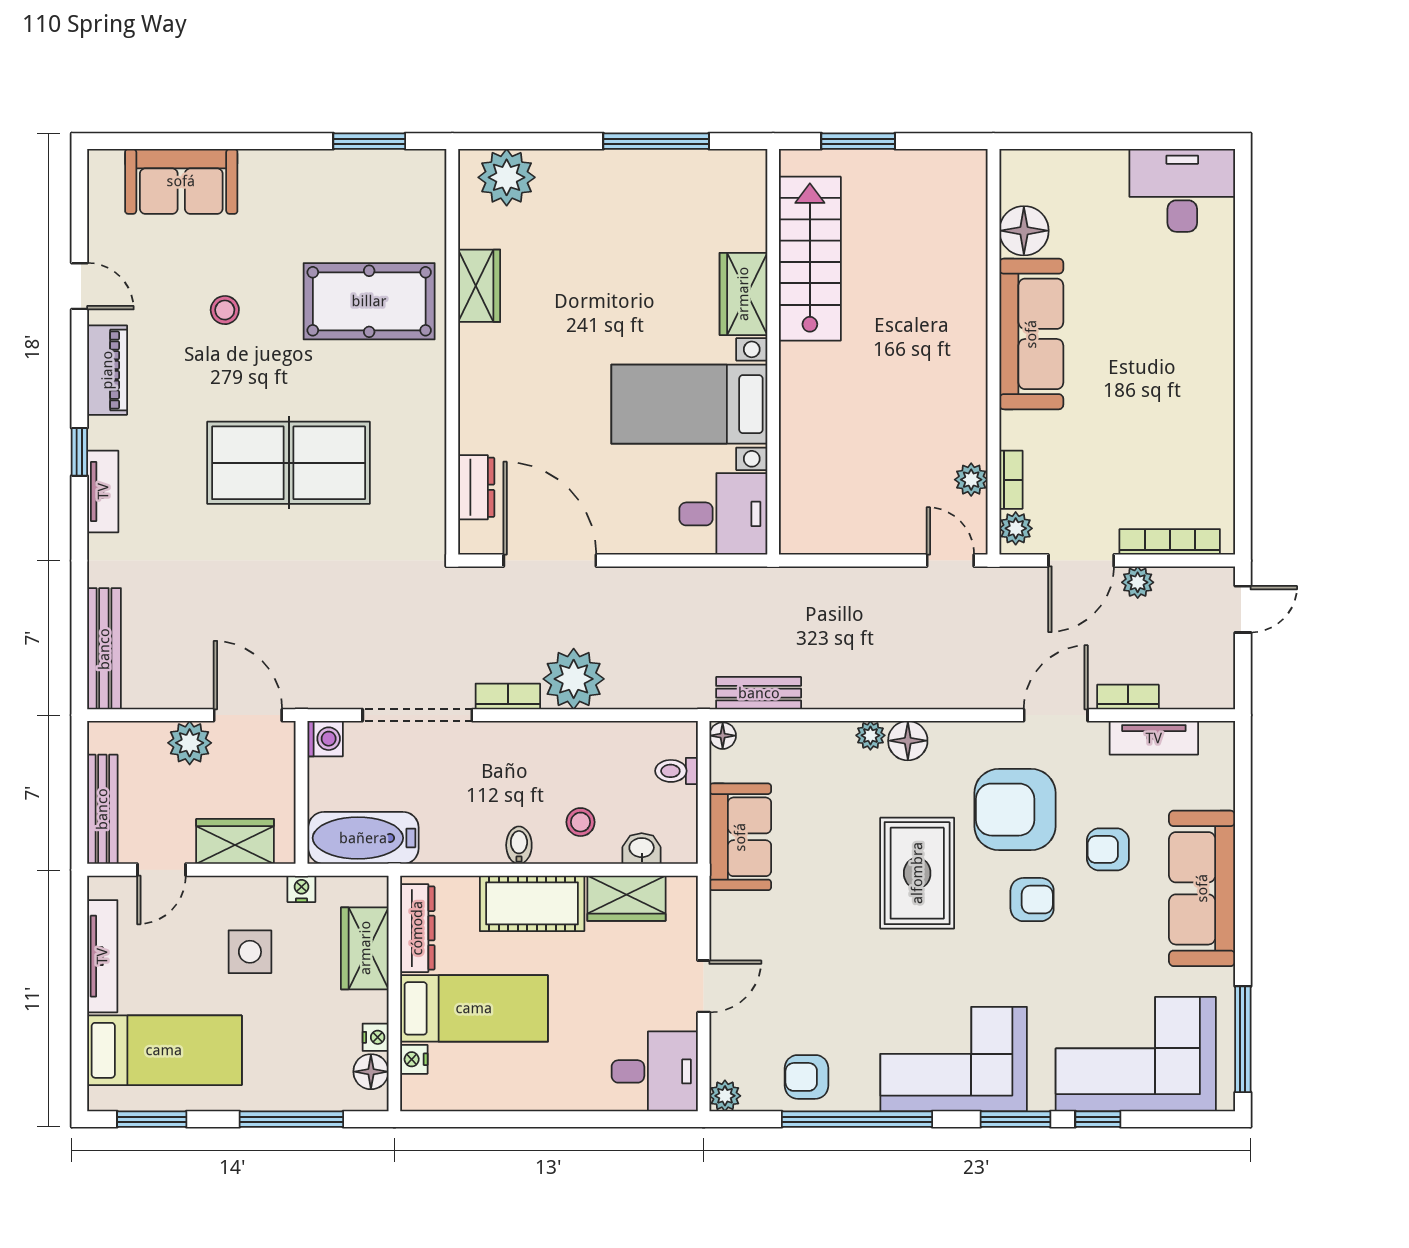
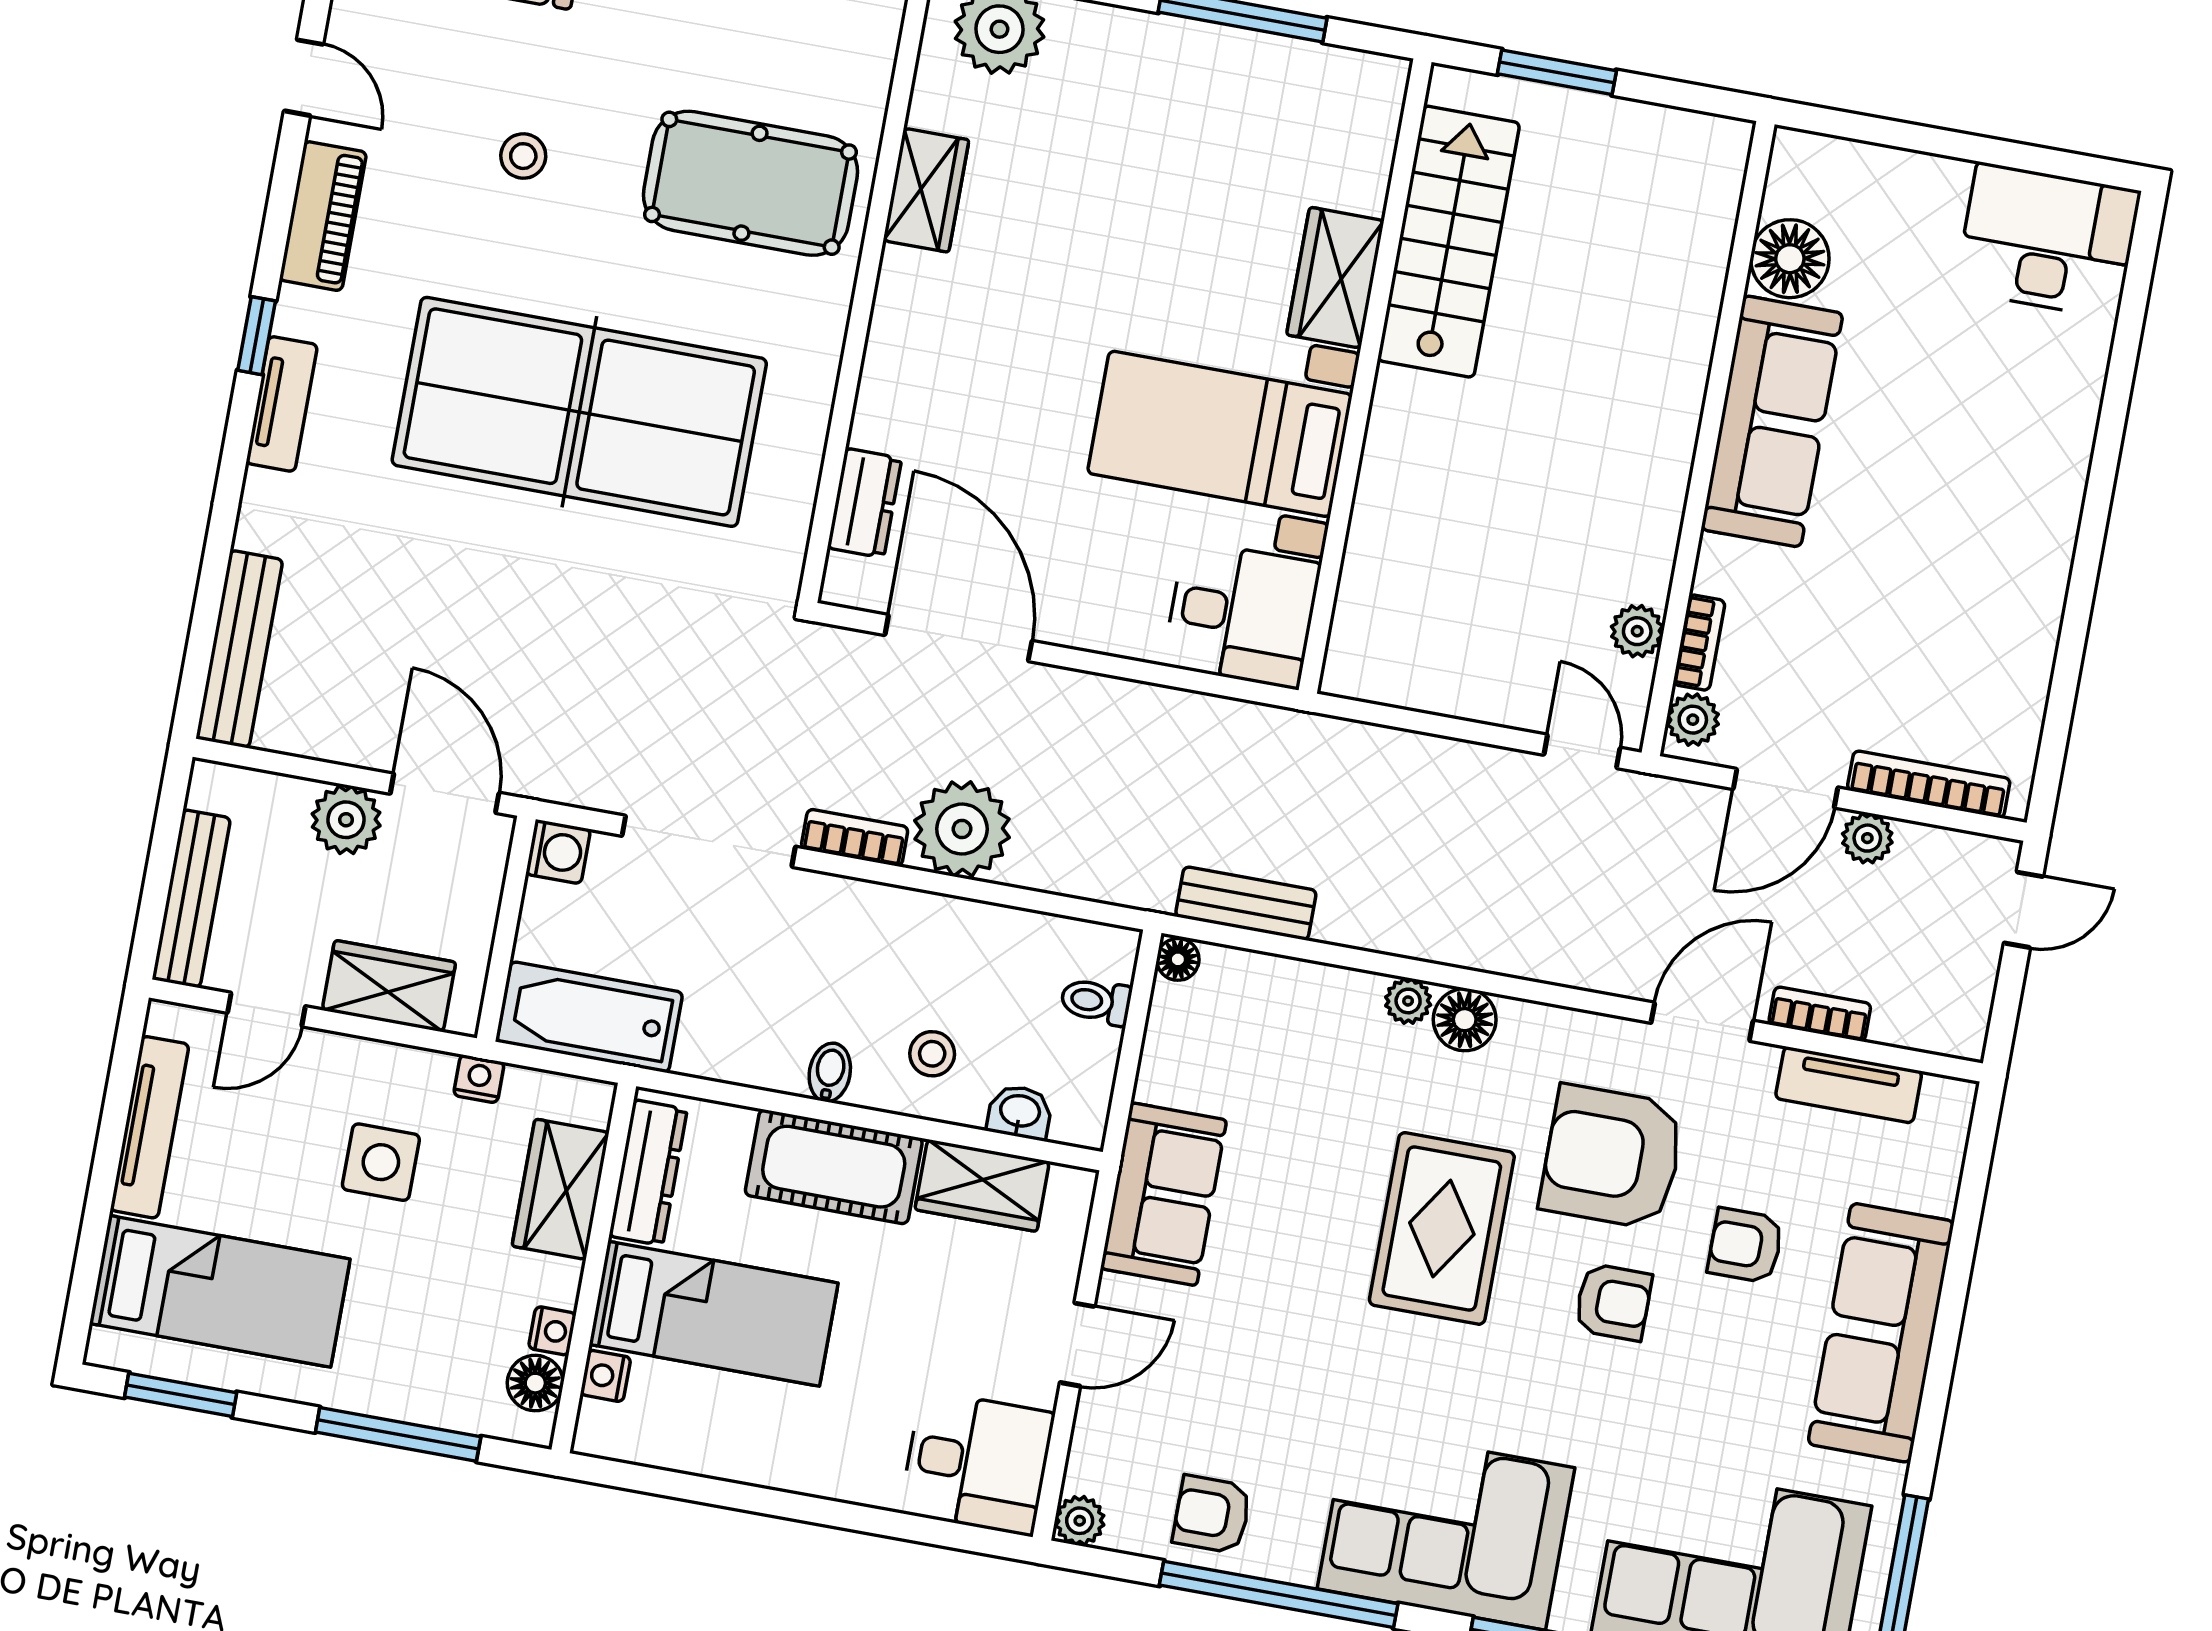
table tennis table: (289, 463) -> (579, 412), width x1.36, depth x1.32
sofa: (740, 837) -> (1164, 1194), moved

